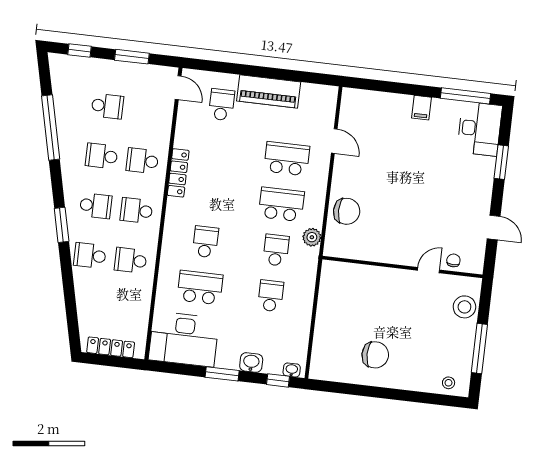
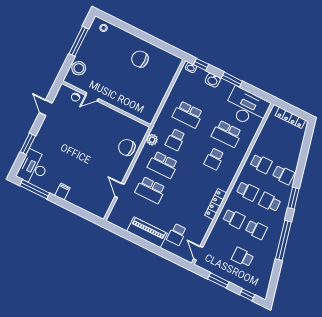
window: (51, 128) -> (283, 240), moved
school desk: (271, 296) -> (188, 114), width x1.85

